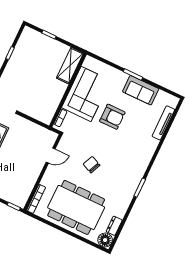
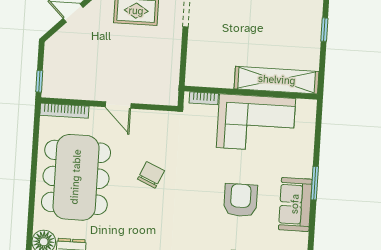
shelving: (70, 66) -> (277, 80), width x1.47
armchair: (112, 117) -> (240, 200), moved, turned 180
door: (51, 156) -> (118, 105), moved

